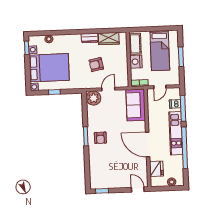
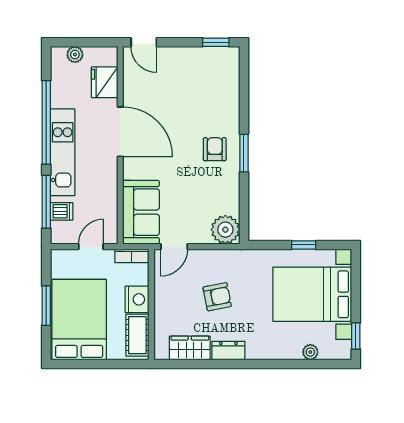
bed: (160, 51) -> (79, 320), width x1.50
door: (108, 89) -> (174, 247), moved

